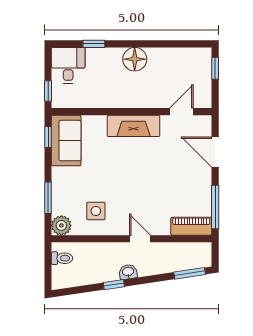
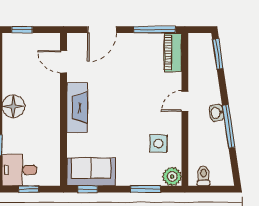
window: (48, 91) -> (29, 189), moved
window: (114, 285) -> (229, 126), width x2.17

